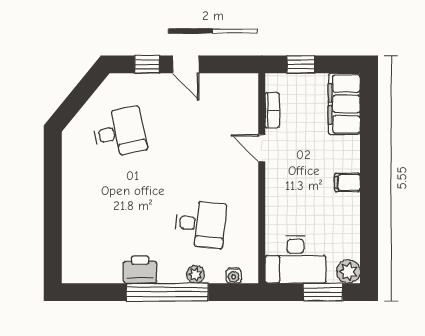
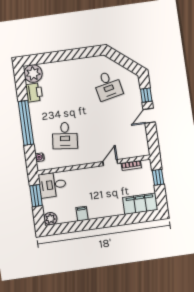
filing cabinet: (347, 182) -> (82, 214), moved
desk: (295, 259) -> (52, 185), width x0.73
printer: (140, 270) -> (34, 92), moved
plant: (195, 274) -> (33, 74), moved, width x1.88, depth x1.88
window: (323, 292) -> (36, 196), moved

